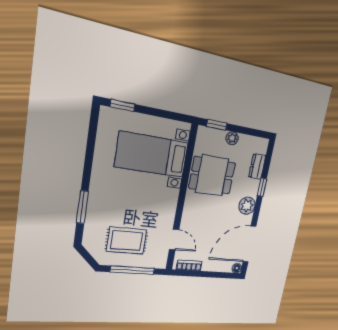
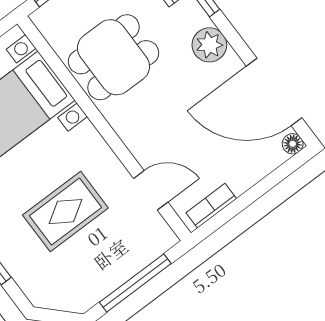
rug: (127, 241) -> (65, 212), moved
door: (249, 244) -> (274, 92), hinge flipped

